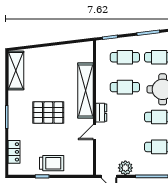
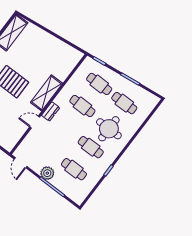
shelving: (85, 91) -> (46, 93), width x0.68
plant: (125, 168) -> (47, 173), moved

